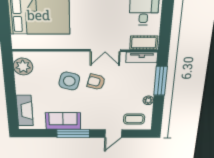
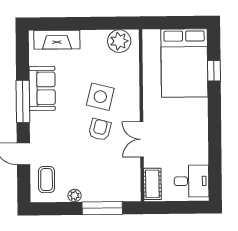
tv unit: (142, 57) -> (134, 183), removed

